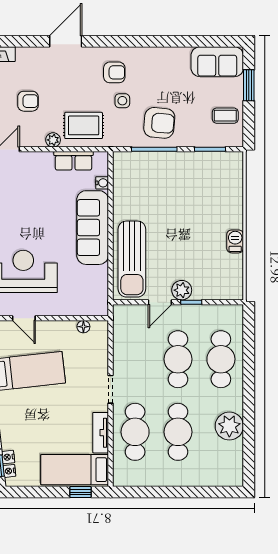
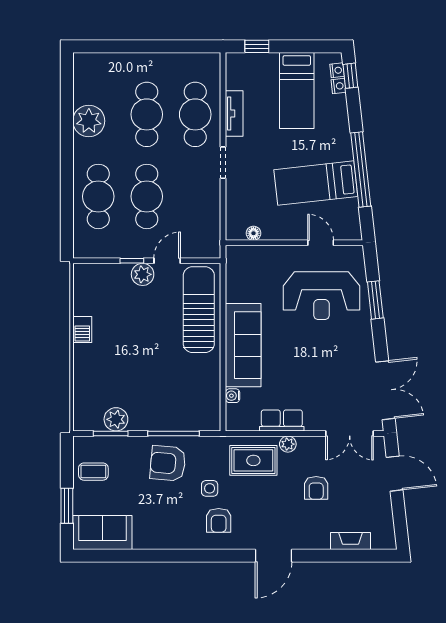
armchair: (114, 72) -> (219, 520), turned -90
armchair: (28, 101) -> (316, 488), turned -90
row of seats: (74, 161) -> (282, 420), moved
plant: (205, 162) -> (116, 419), added
bed: (75, 470) -> (297, 91), moved, turned 90

